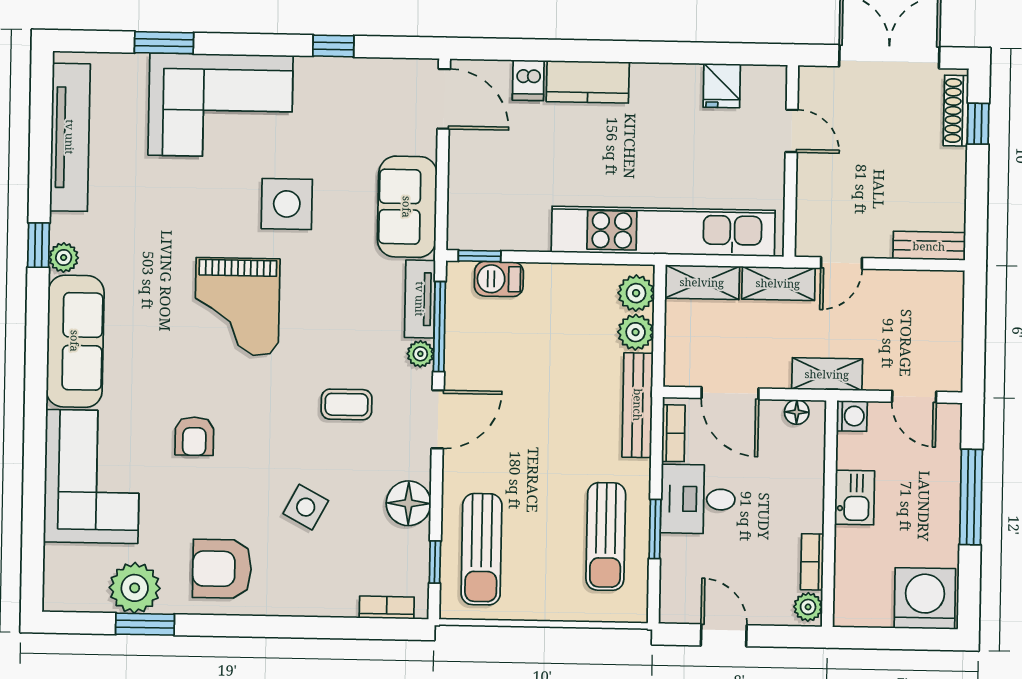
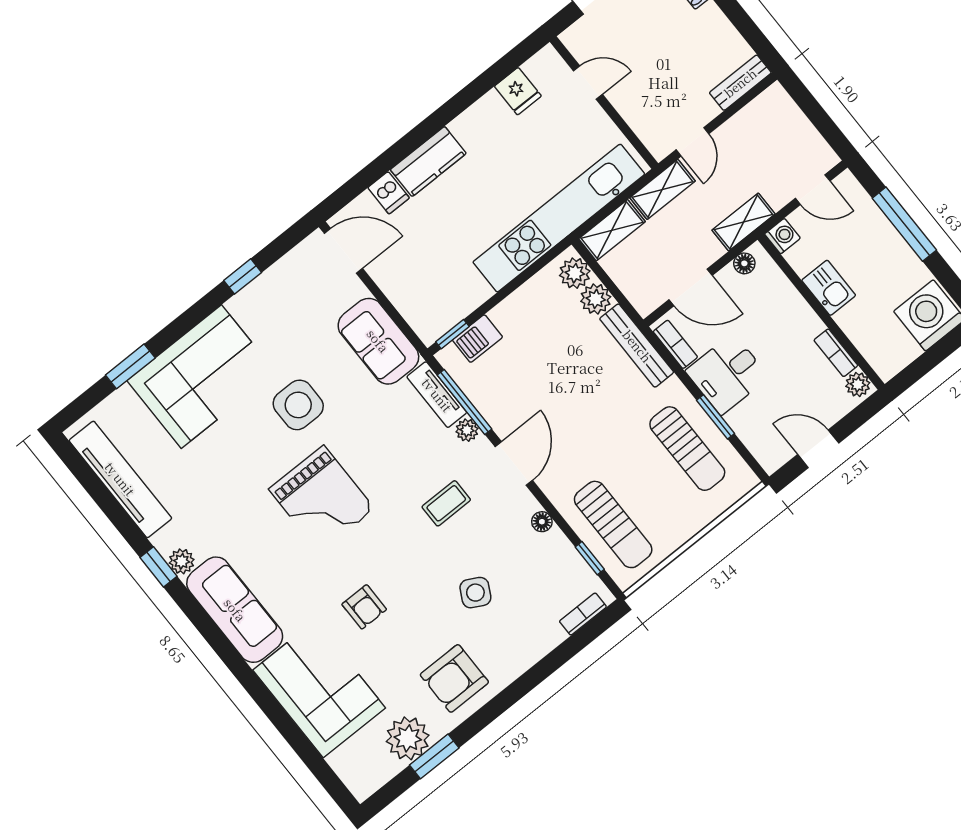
floor lamp: (408, 503) -> (542, 522), width x0.53, depth x0.53

